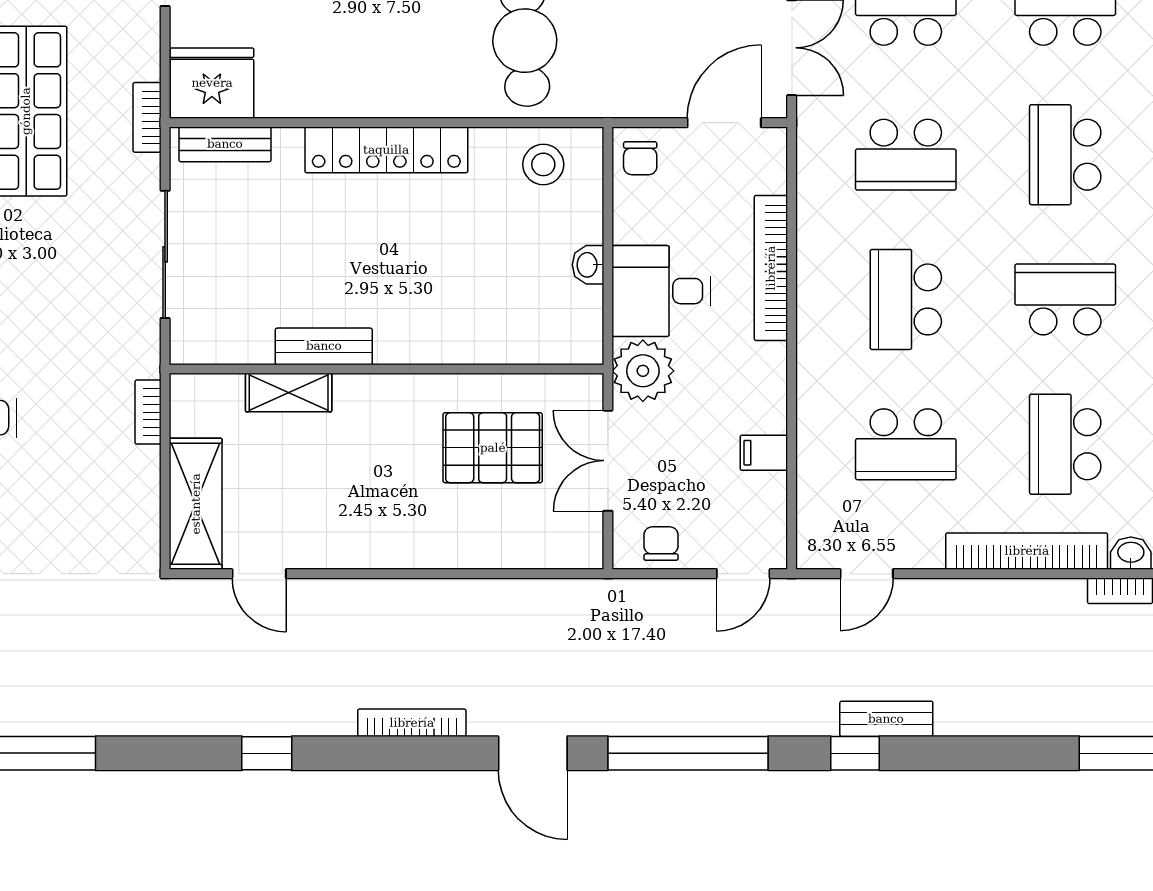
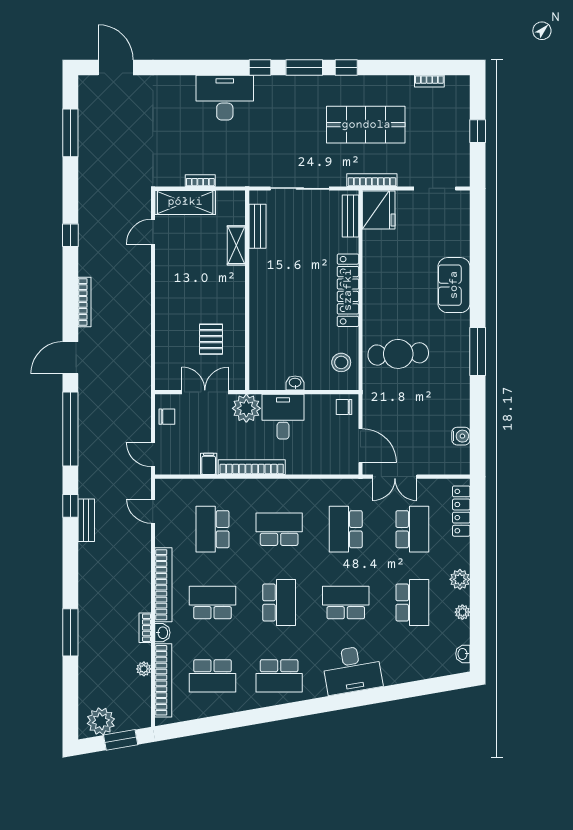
bookcase: (147, 117) -> (372, 180), width x1.56
bookcase: (771, 268) -> (252, 467), moved
bench: (324, 346) -> (258, 226), moved
bookcase: (148, 412) -> (200, 181), moved
pallet: (493, 448) -> (211, 339), width x0.67, depth x0.71

